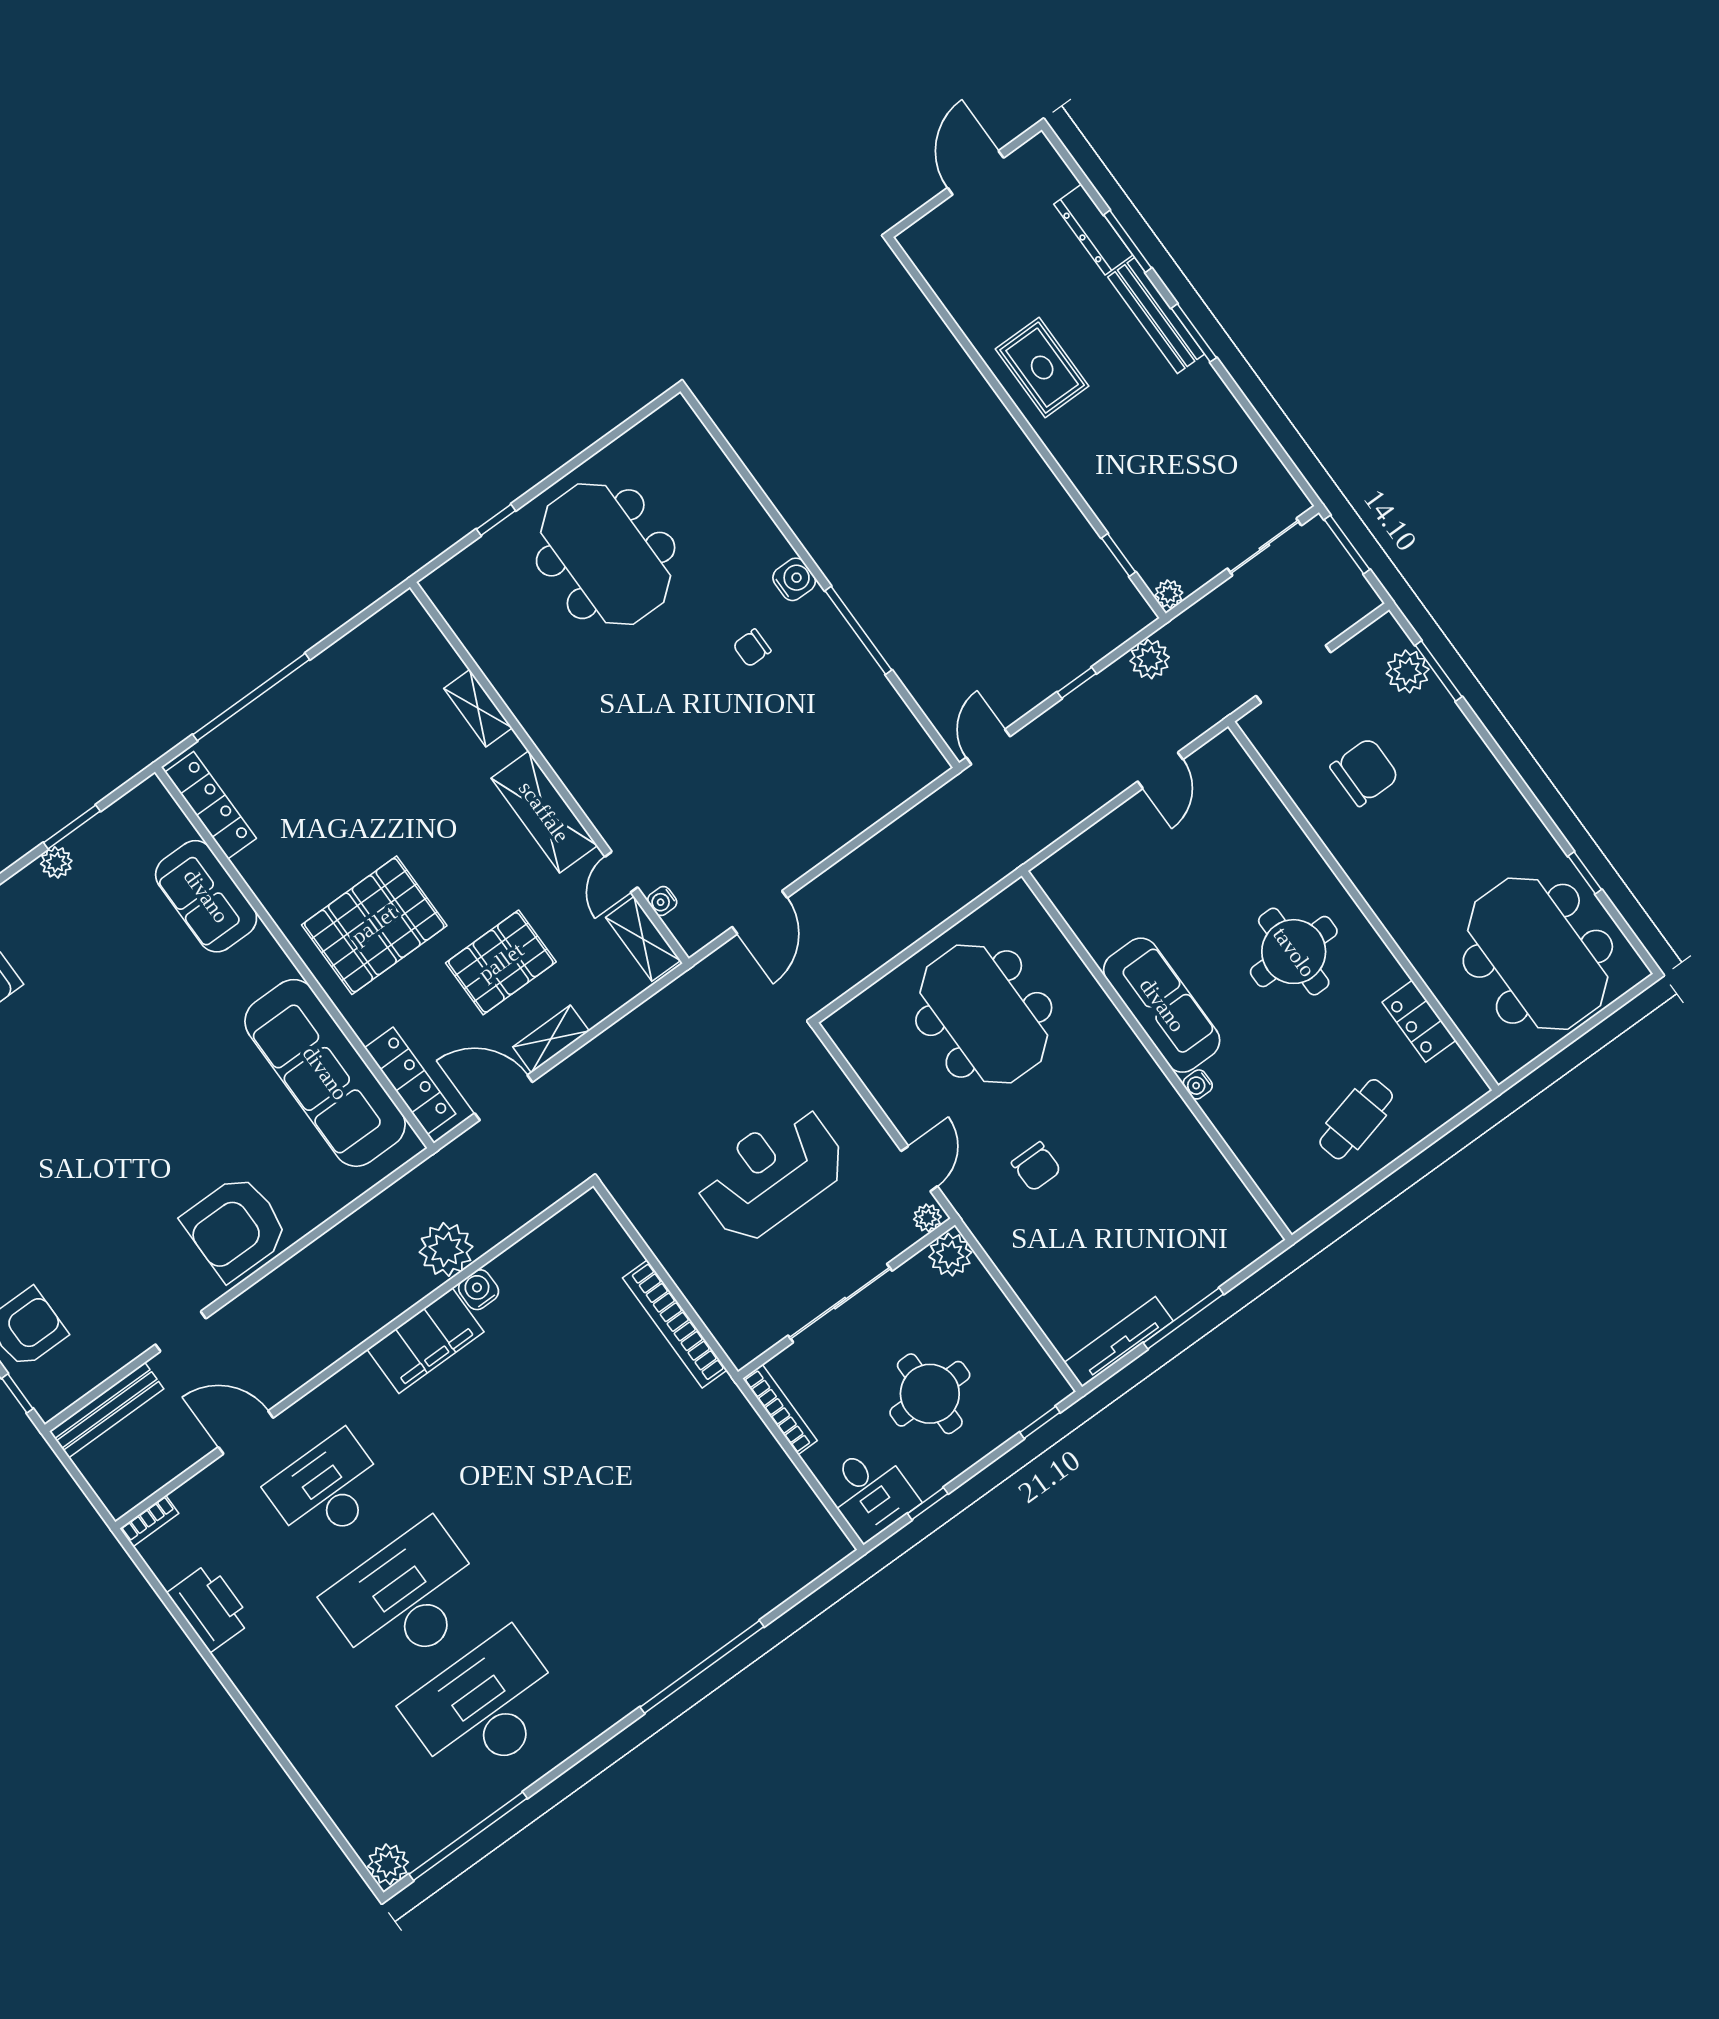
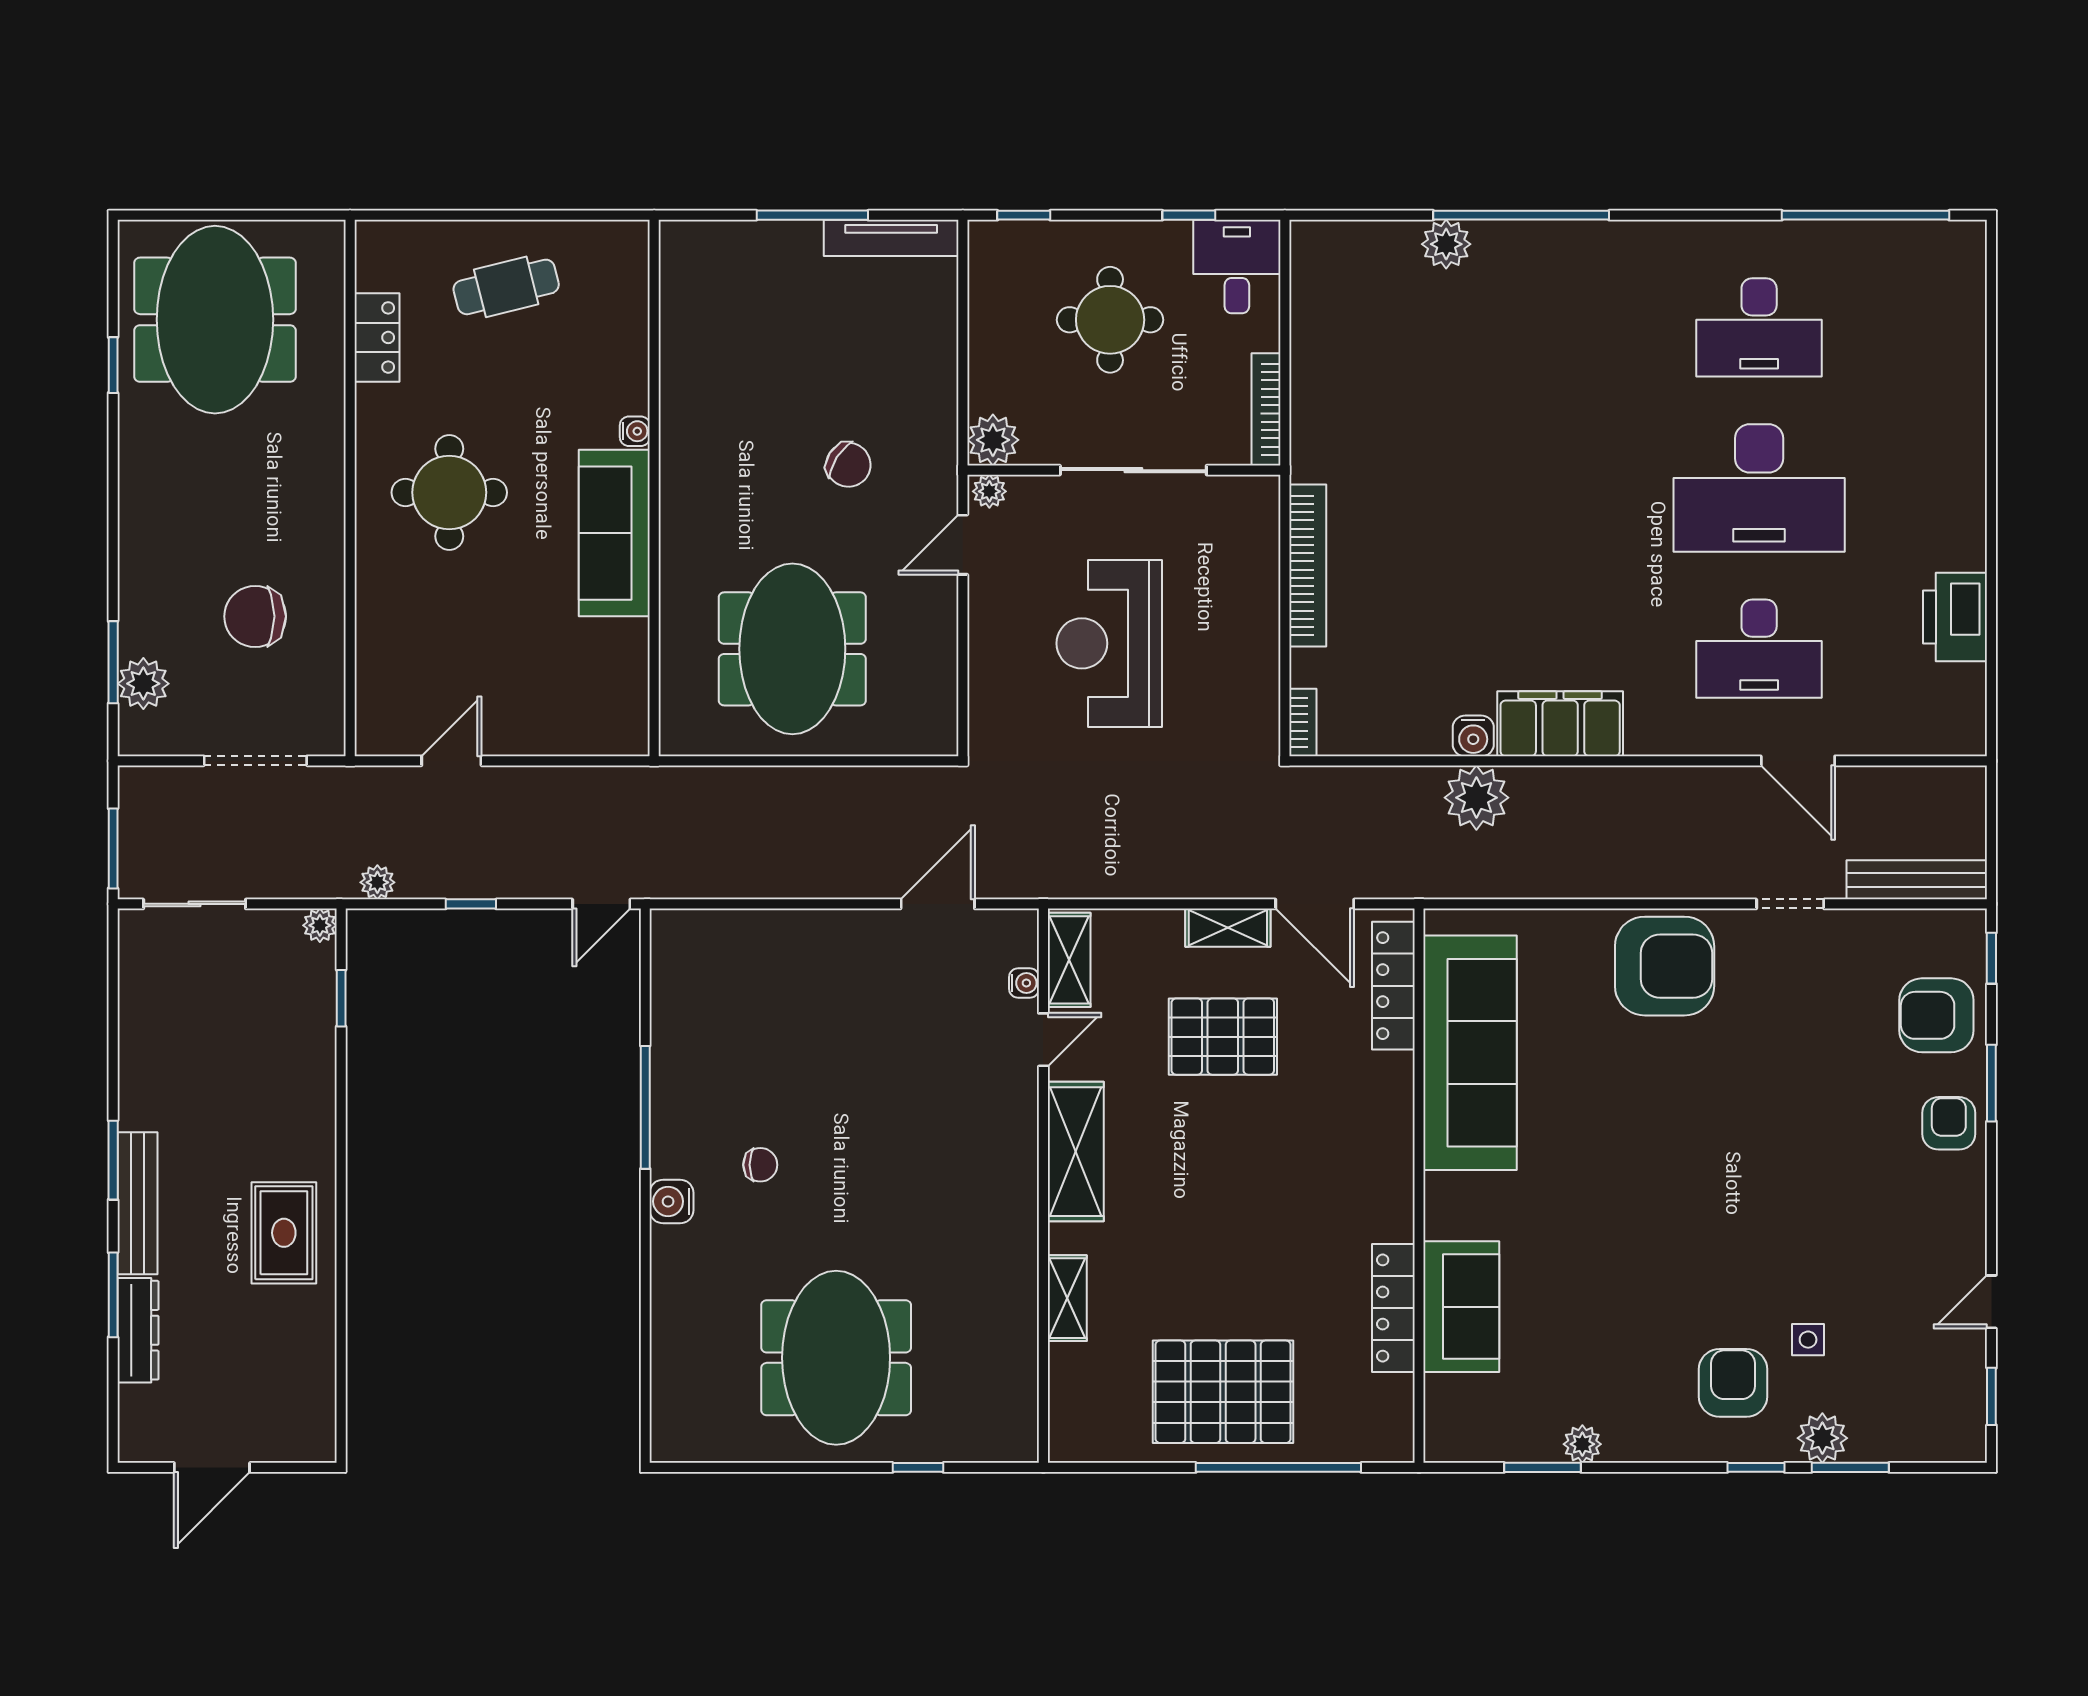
plant: (1150, 659) -> (377, 882), width x0.73, depth x0.73
locker: (211, 805) -> (1393, 1308), moved
pallet: (374, 925) -> (1223, 1392), moved
chair: (1036, 1167) -> (848, 465), turned 123
reception desk: (771, 1174) -> (1109, 643), turned 90
bookcase: (149, 1521) -> (1303, 722), moved, turned 90
desk: (485, 1708) -> (1759, 327), width x0.73, depth x0.77
plant: (388, 1864) -> (1446, 244), moved

